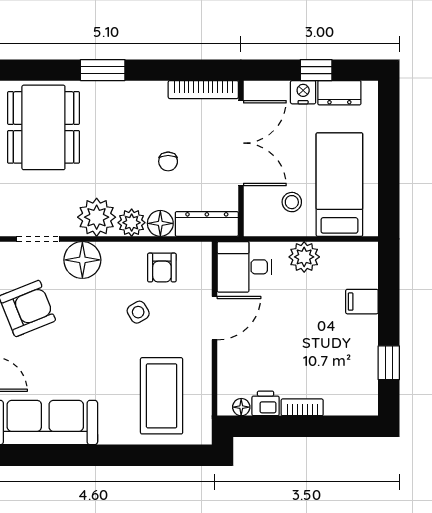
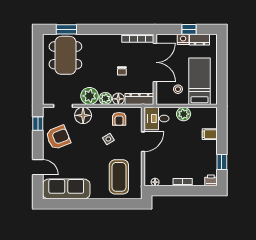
window: (103, 70) -> (66, 29), moved
printer: (266, 403) -> (211, 180), moved

